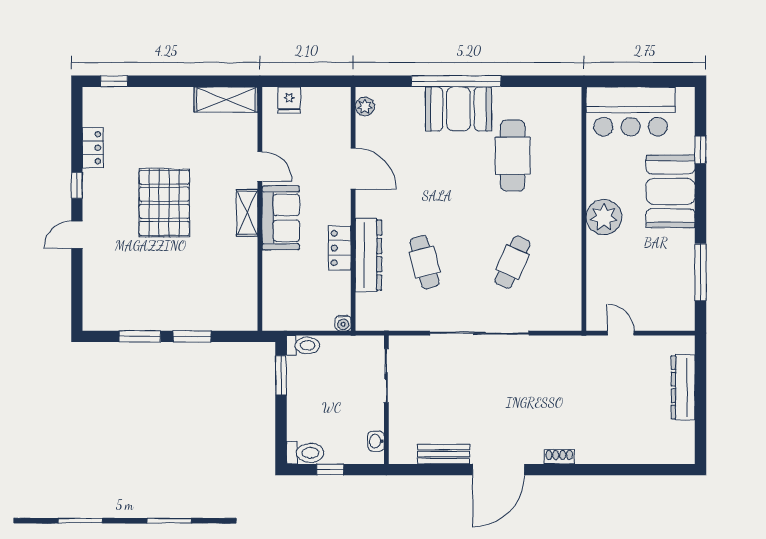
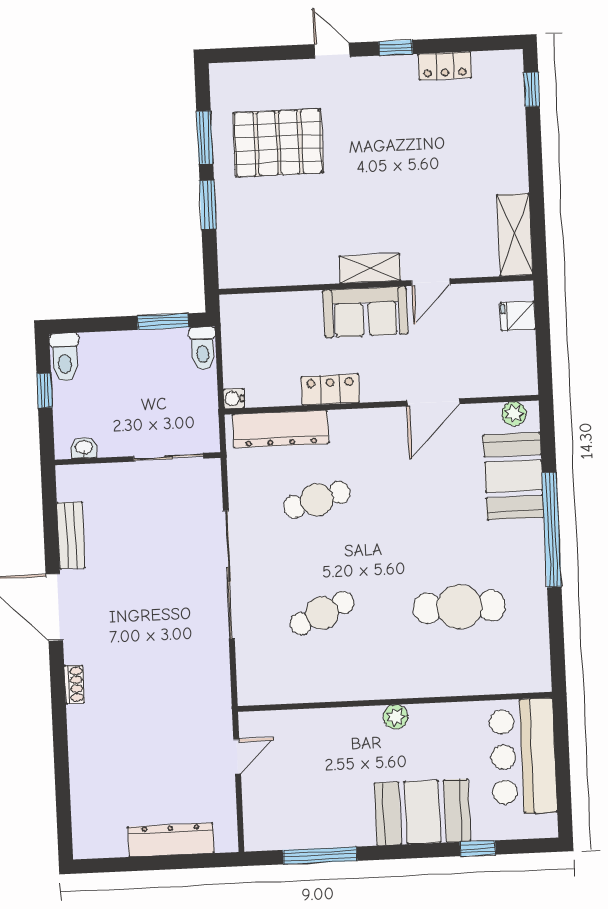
booth: (458, 109) -> (514, 476), moved
pallet: (164, 203) -> (278, 143), moved
plant: (604, 217) -> (396, 717), width x0.53, depth x0.53
dresser: (368, 255) -> (281, 429), moved
cafe table: (513, 262) -> (322, 613), turned -48

